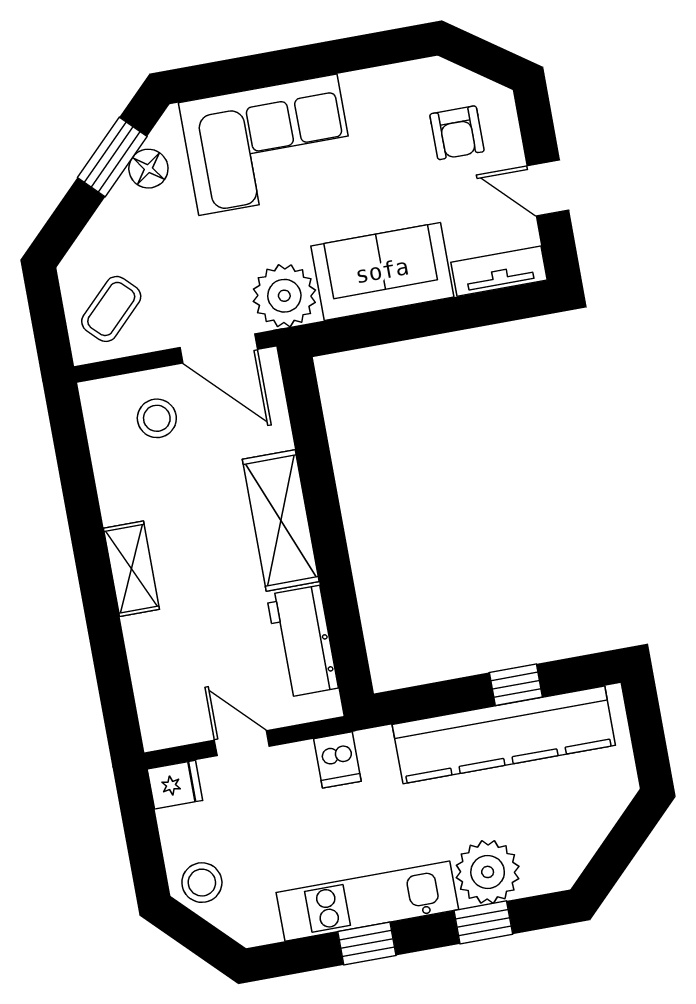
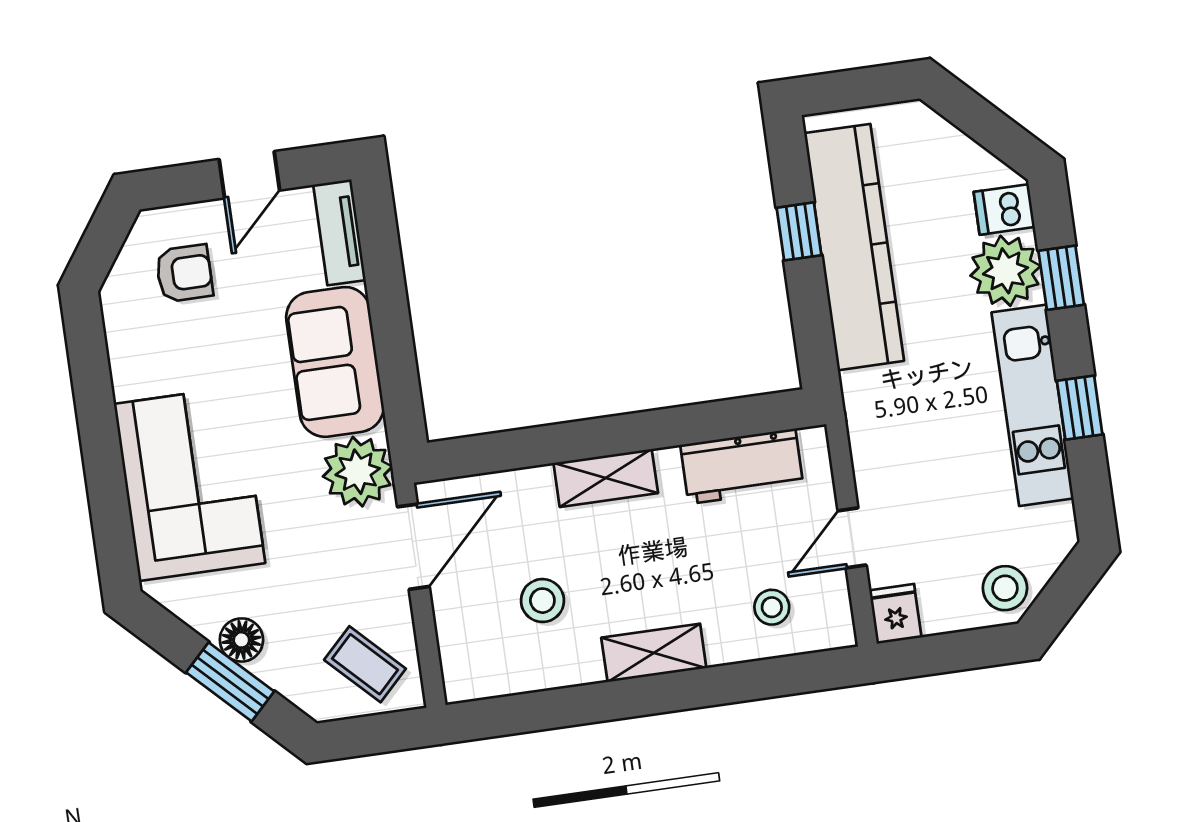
window: (112, 157) -> (230, 682), moved
floor lamp: (148, 169) -> (241, 640), moved
stool: (157, 418) -> (542, 601), moved
shelving: (281, 520) -> (606, 478), width x0.67, depth x0.75
stool: (177, 673) -> (772, 607), added
dishwasher: (337, 760) -> (1004, 209), moved, turned 180

